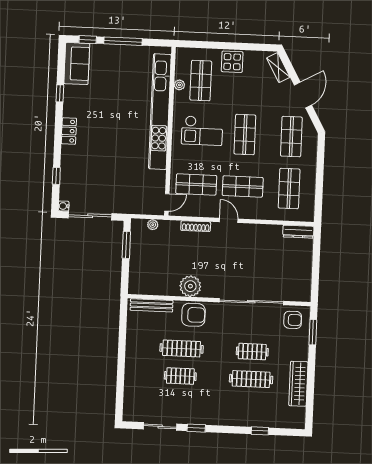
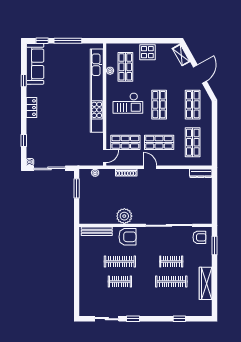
sofa: (77, 64) -> (35, 64), width x1.36

